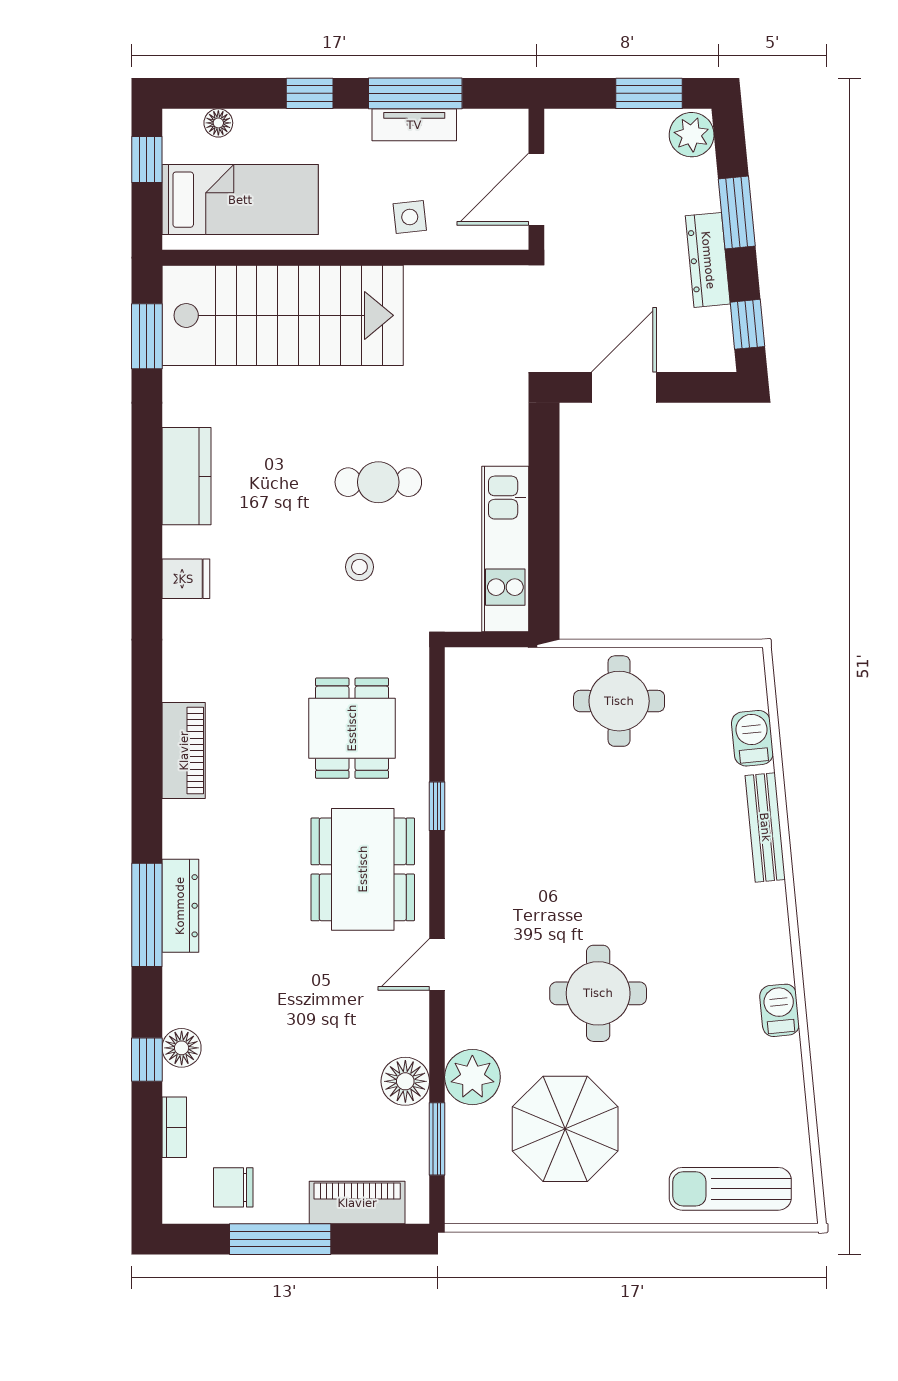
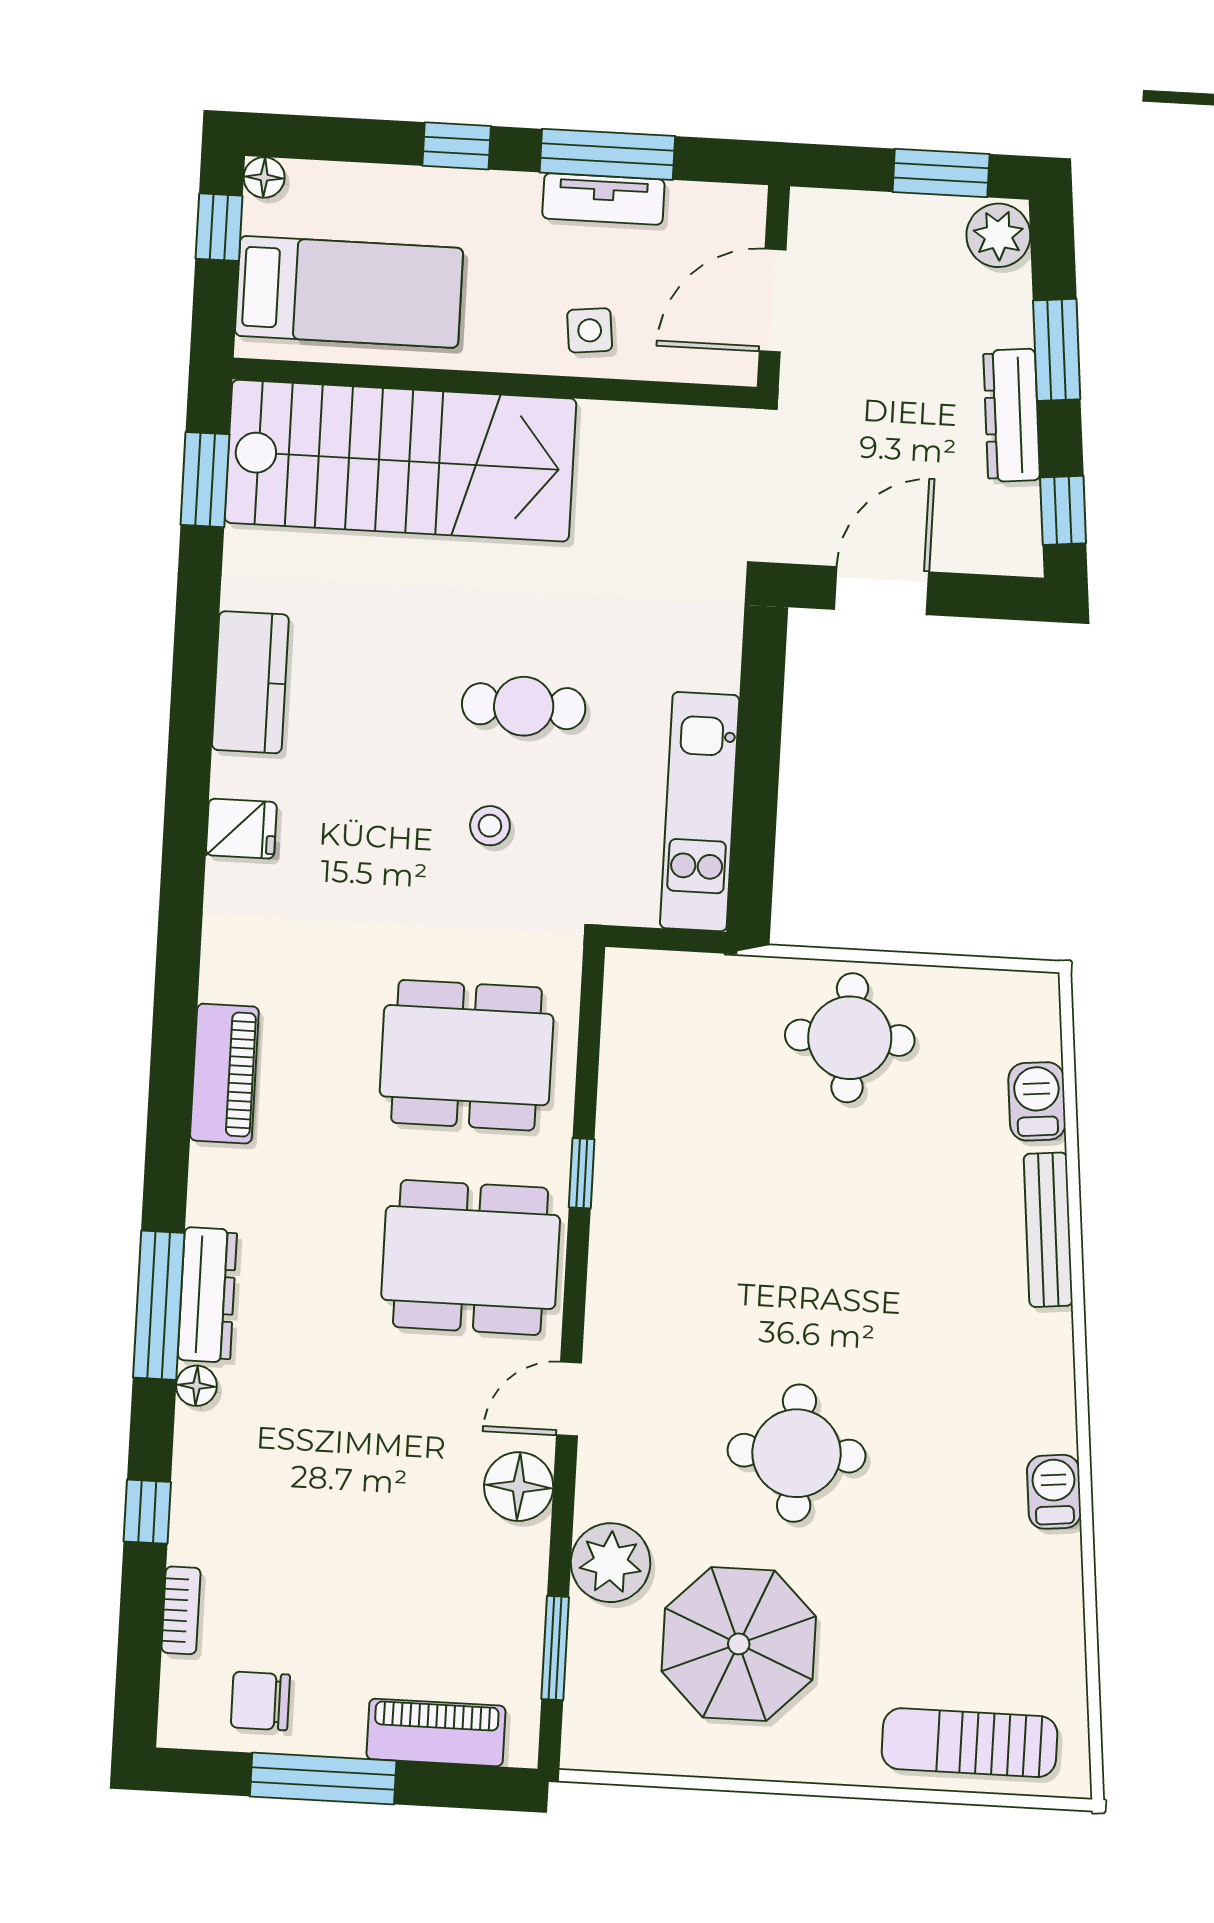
floor lamp: (218, 123) -> (264, 177), moved
dining table: (352, 728) -> (467, 1055), width x1.38
dining table: (363, 869) -> (471, 1257), turned 90
floor lamp: (182, 1048) -> (196, 1386), moved, width x0.73, depth x0.73
floor lamp: (405, 1081) -> (519, 1487), moved

